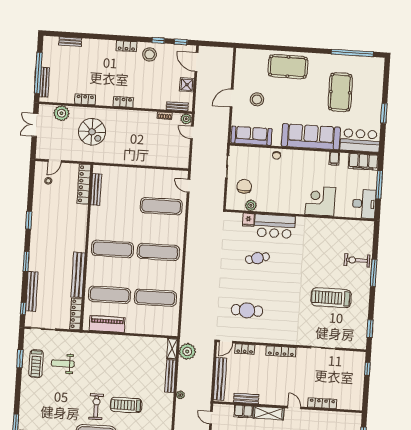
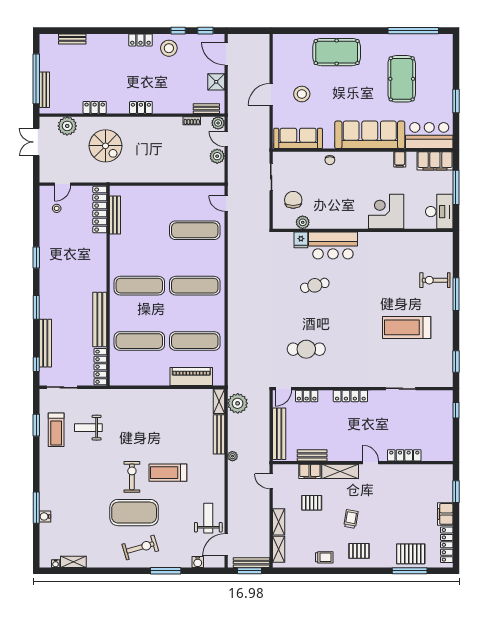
plant: (184, 146) -> (217, 156), added
piano: (107, 324) -> (191, 377), moved

